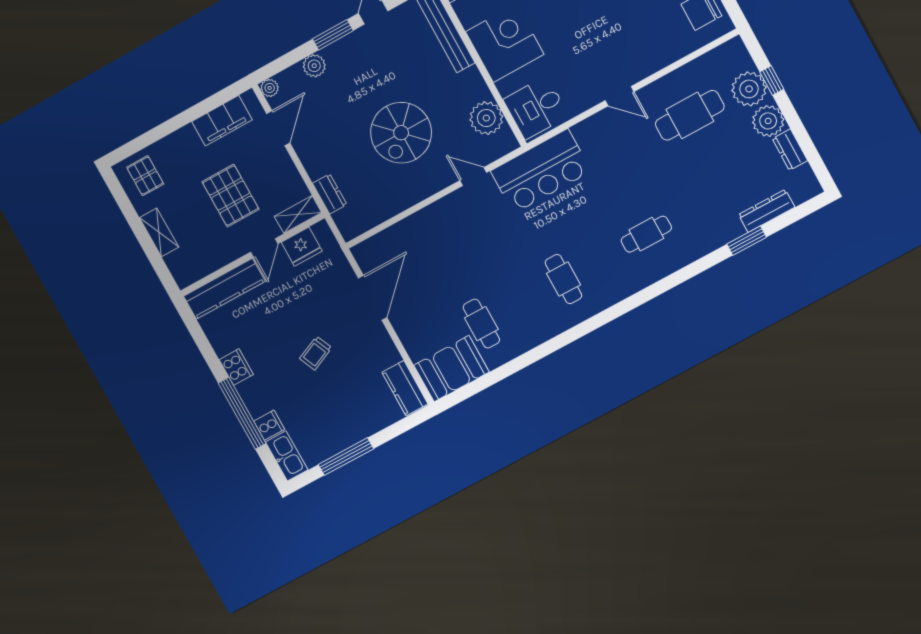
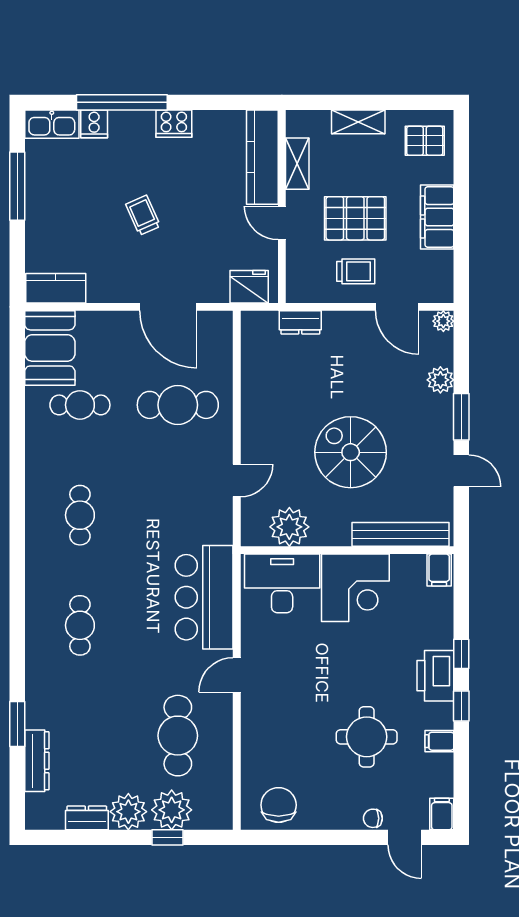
desk: (536, 108) -> (282, 583), width x1.37
filing cabinet: (222, 121) -> (437, 217), moved
spiral stairs: (401, 133) -> (351, 452), moved
bar counter: (541, 171) -> (204, 597), moved
trolley: (269, 173) -> (356, 271), added
shelving: (298, 214) -> (297, 164), moved
fridge: (302, 247) -> (249, 287), moved, turned 90
cafe table: (441, 251) -> (178, 405), added
cafe table: (563, 279) -> (80, 515), turned 90

